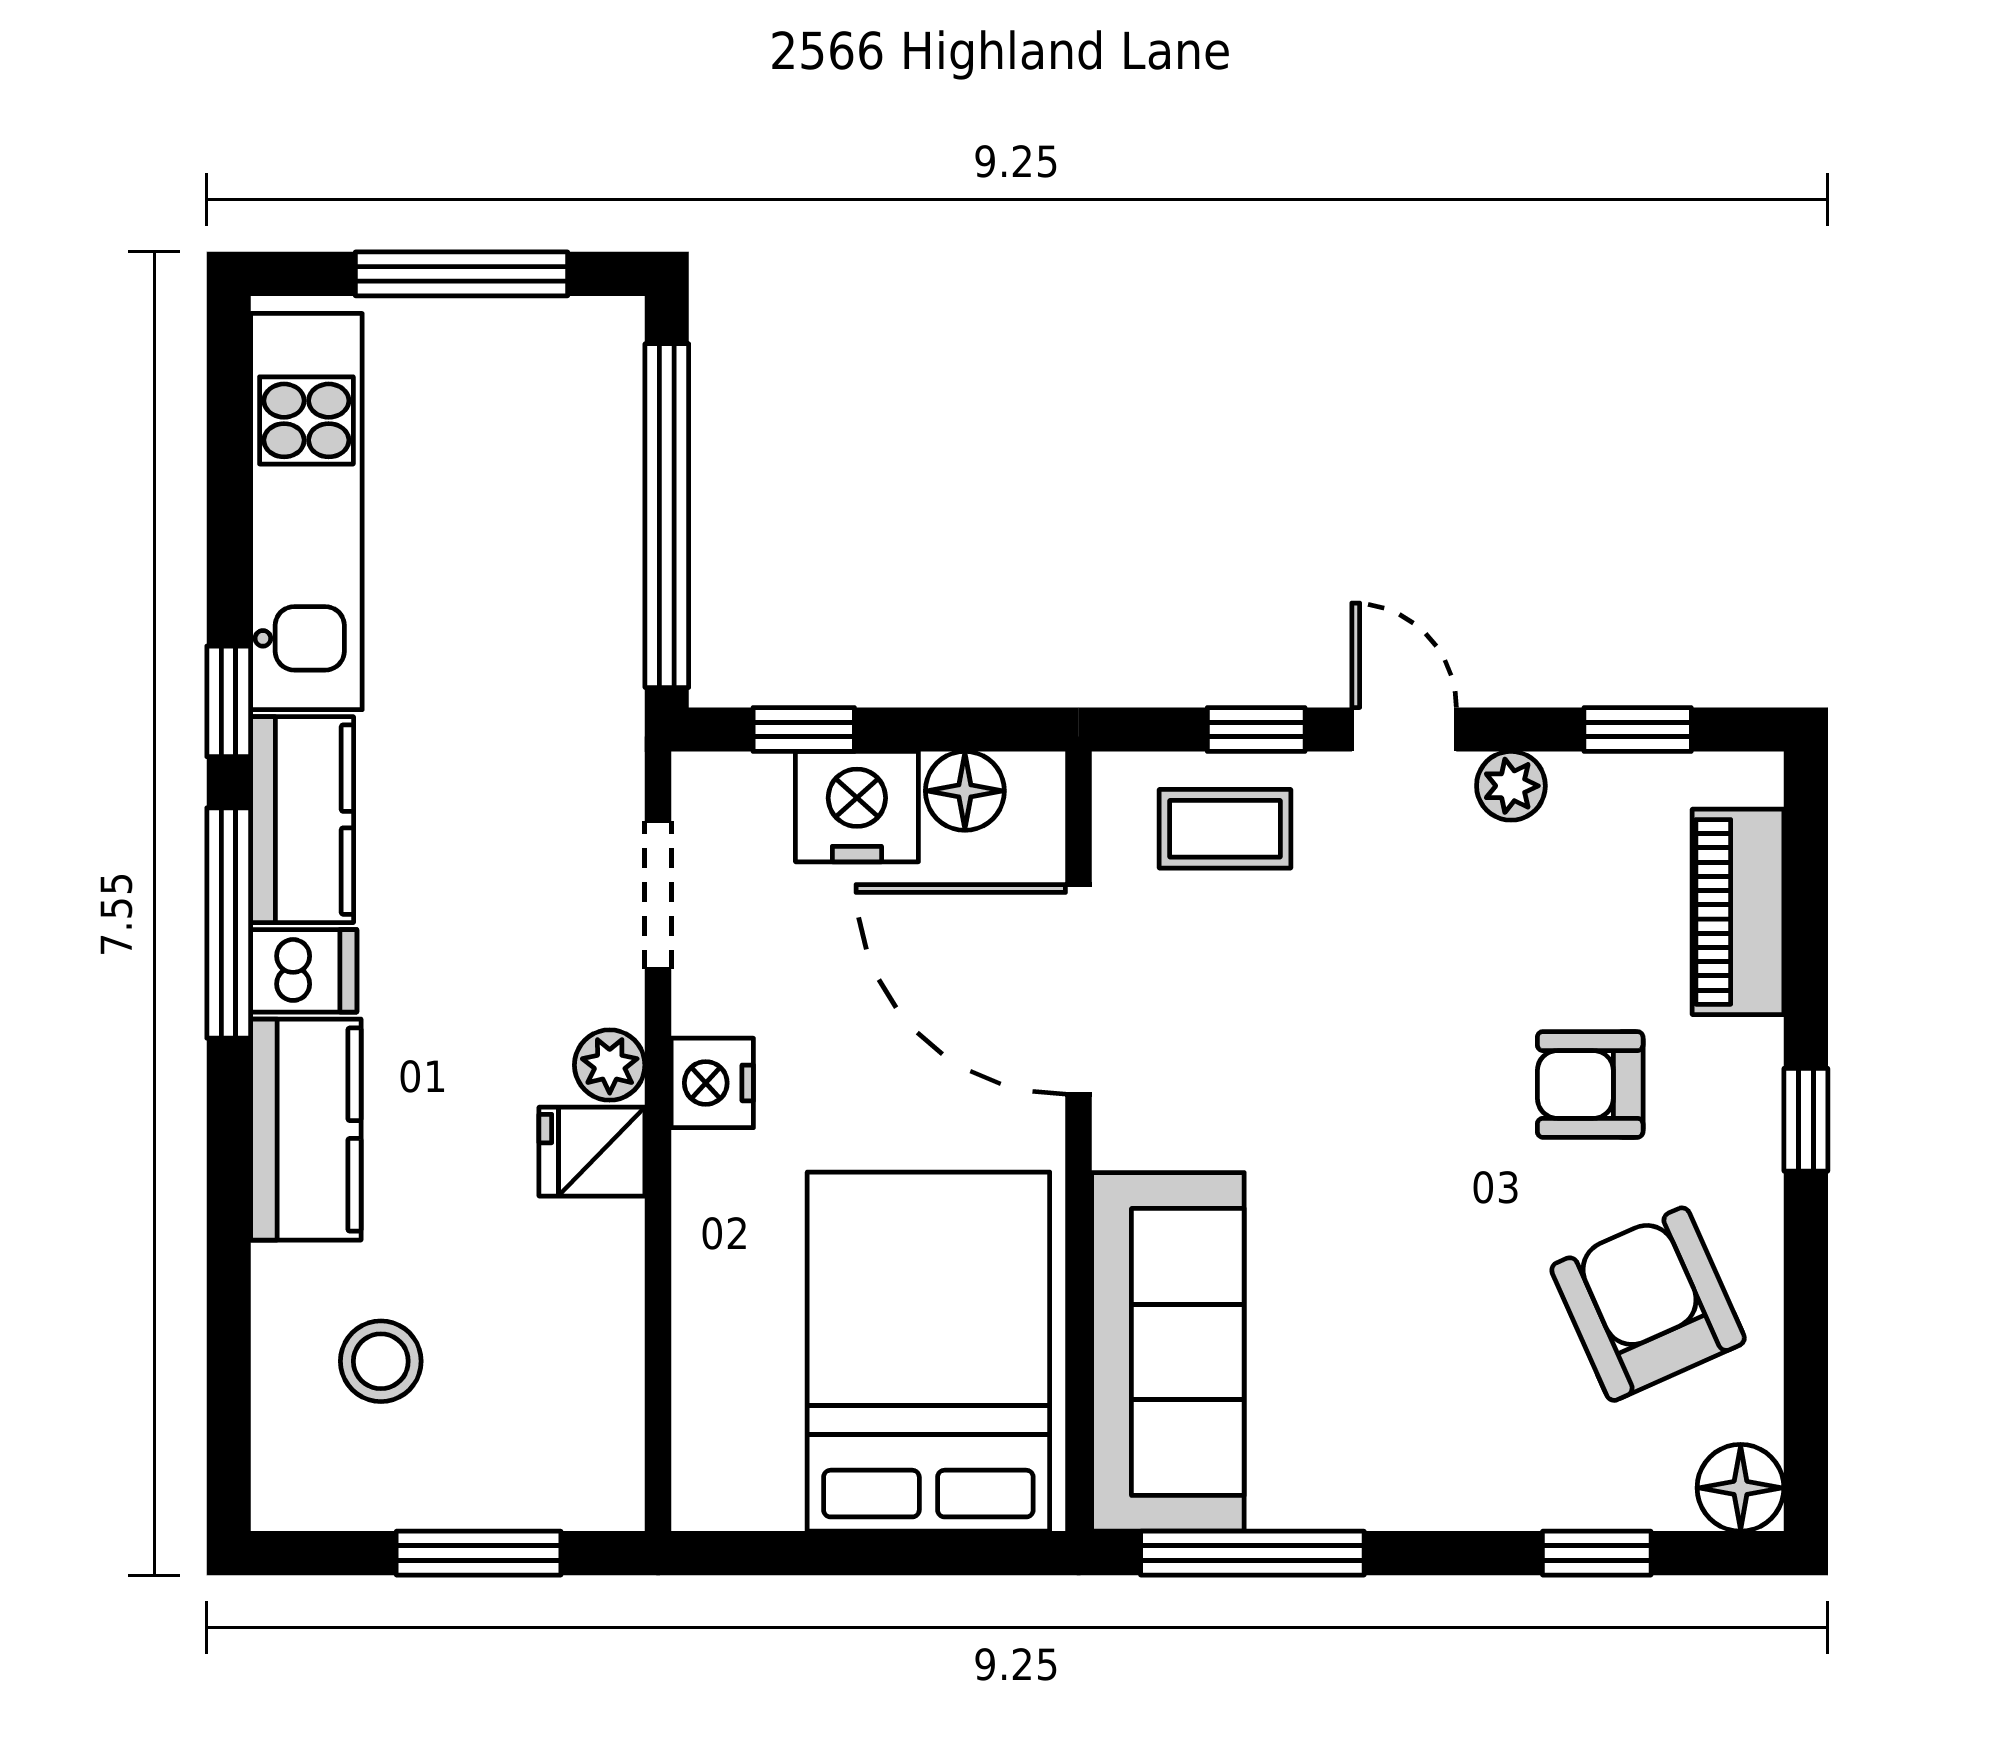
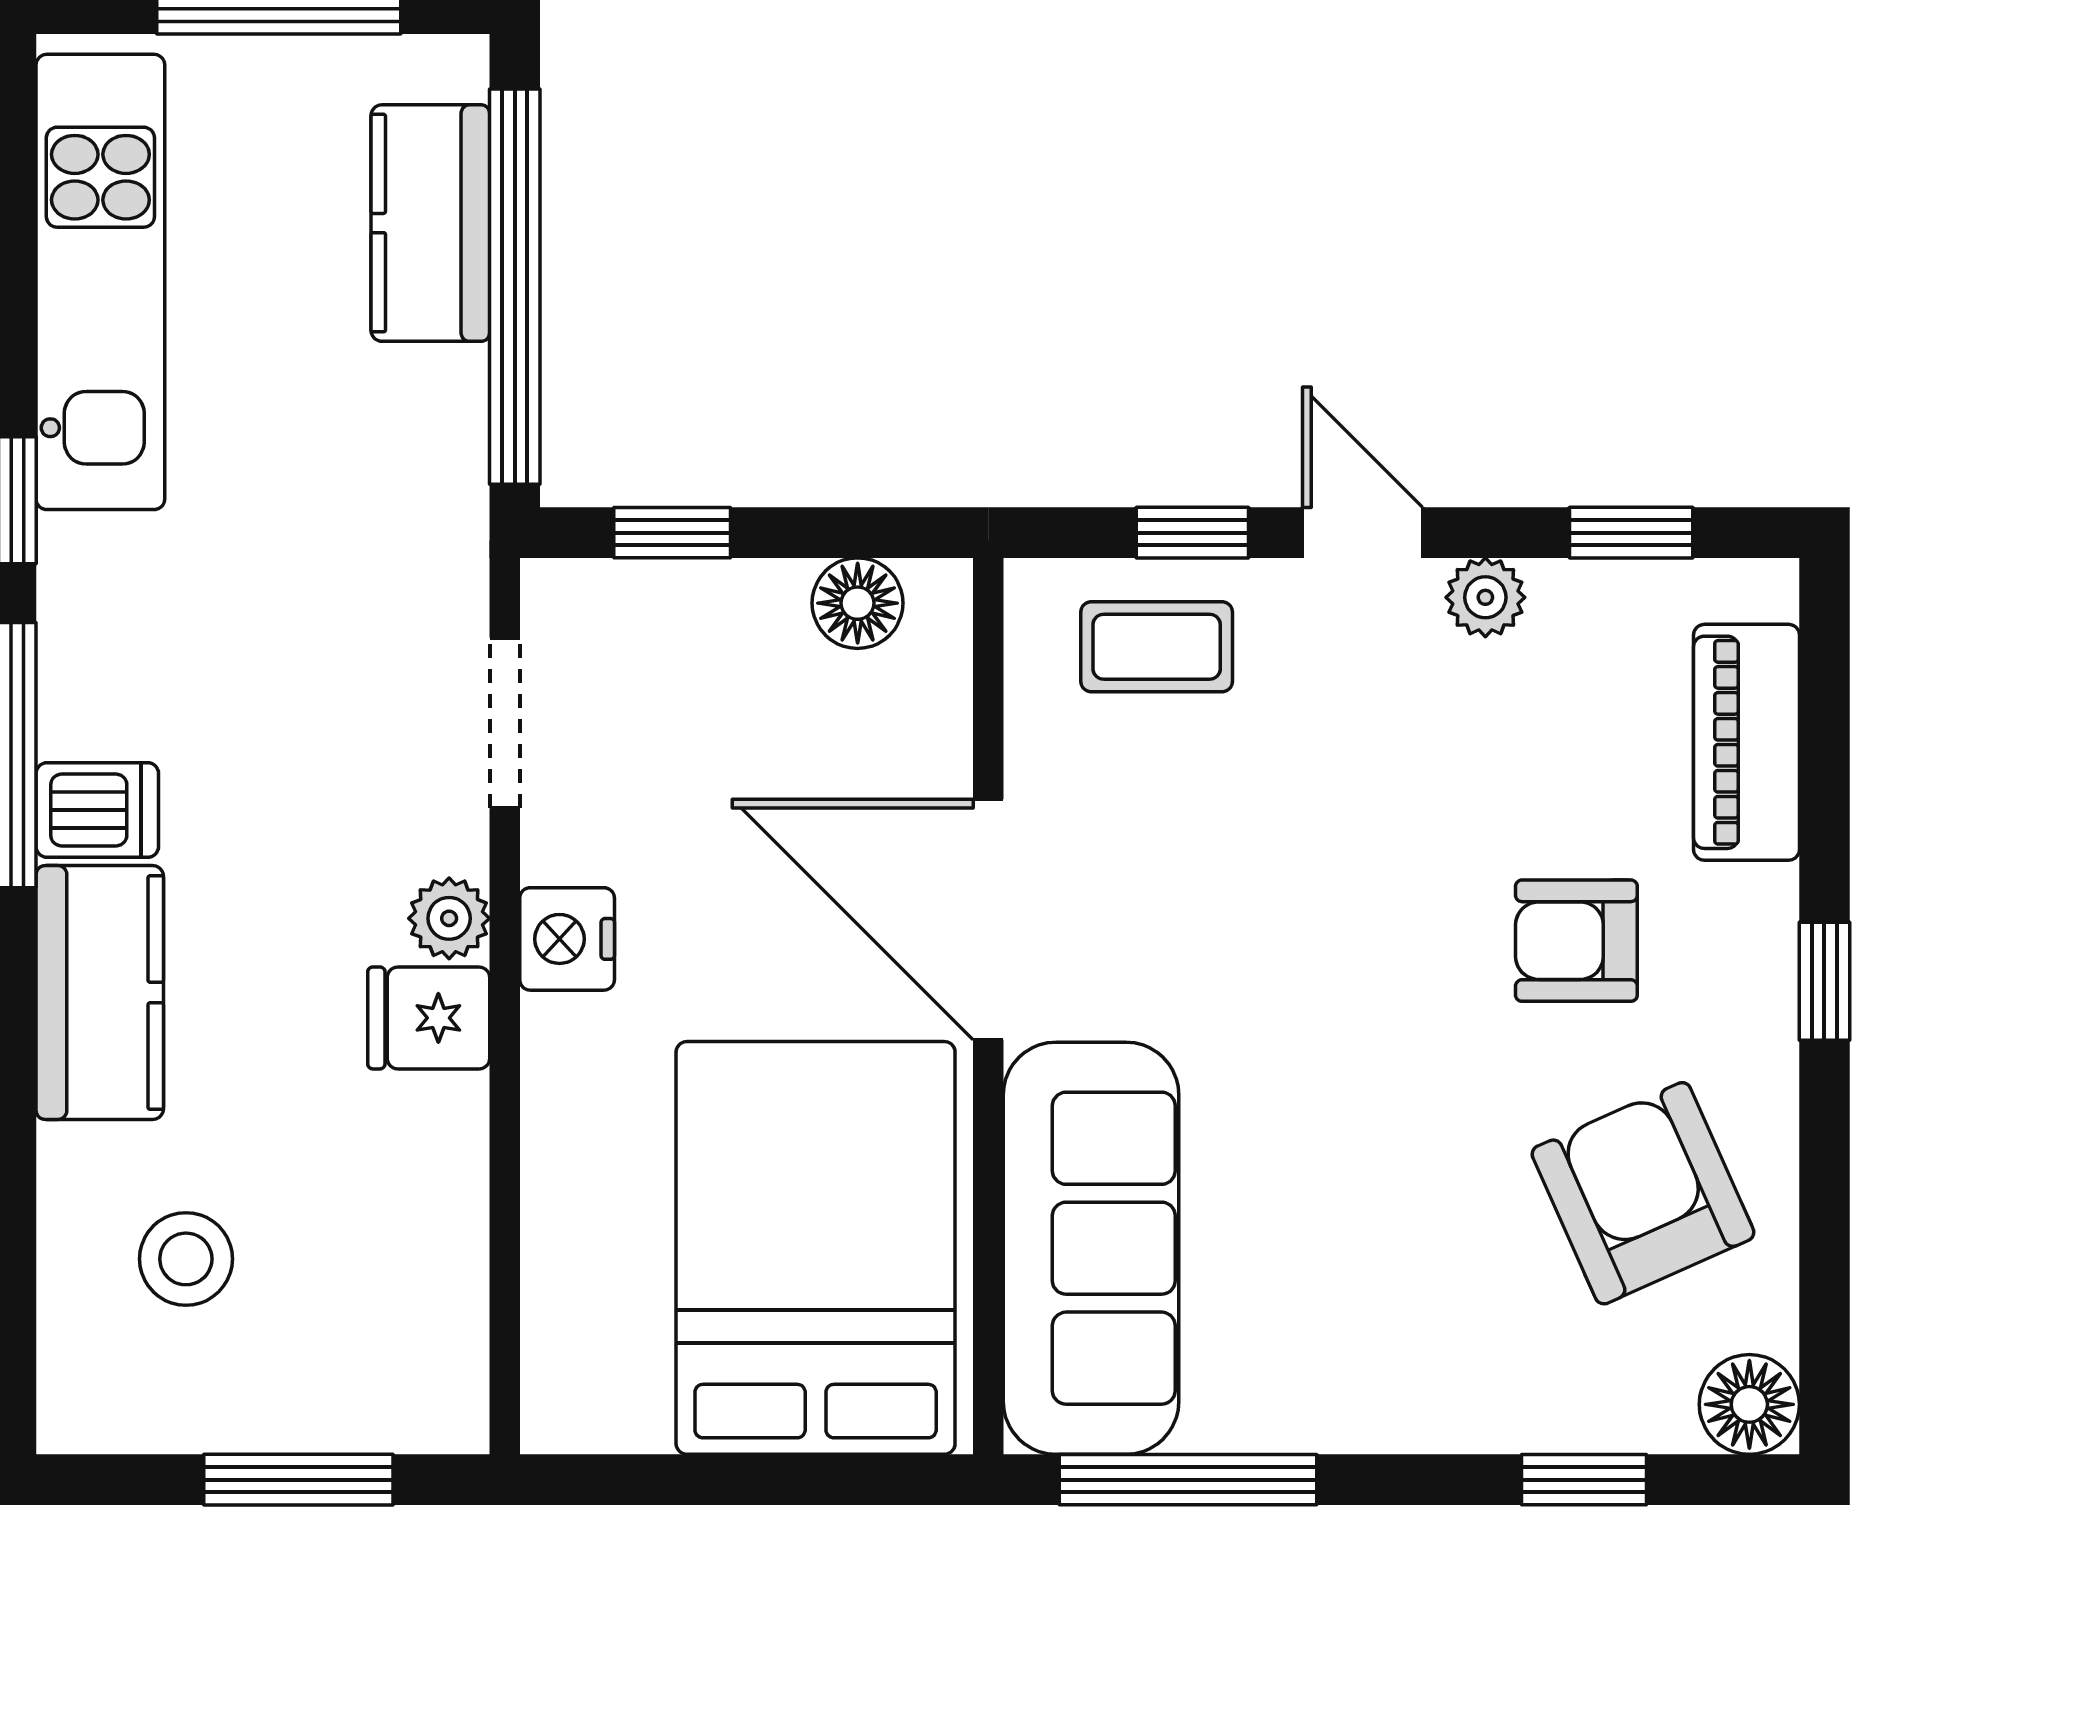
nightstand: (857, 807) -> (733, 621), removed
kitchen counter: (302, 820) -> (430, 223), moved, turned 180
door: (1079, 989) -> (988, 919), moved

